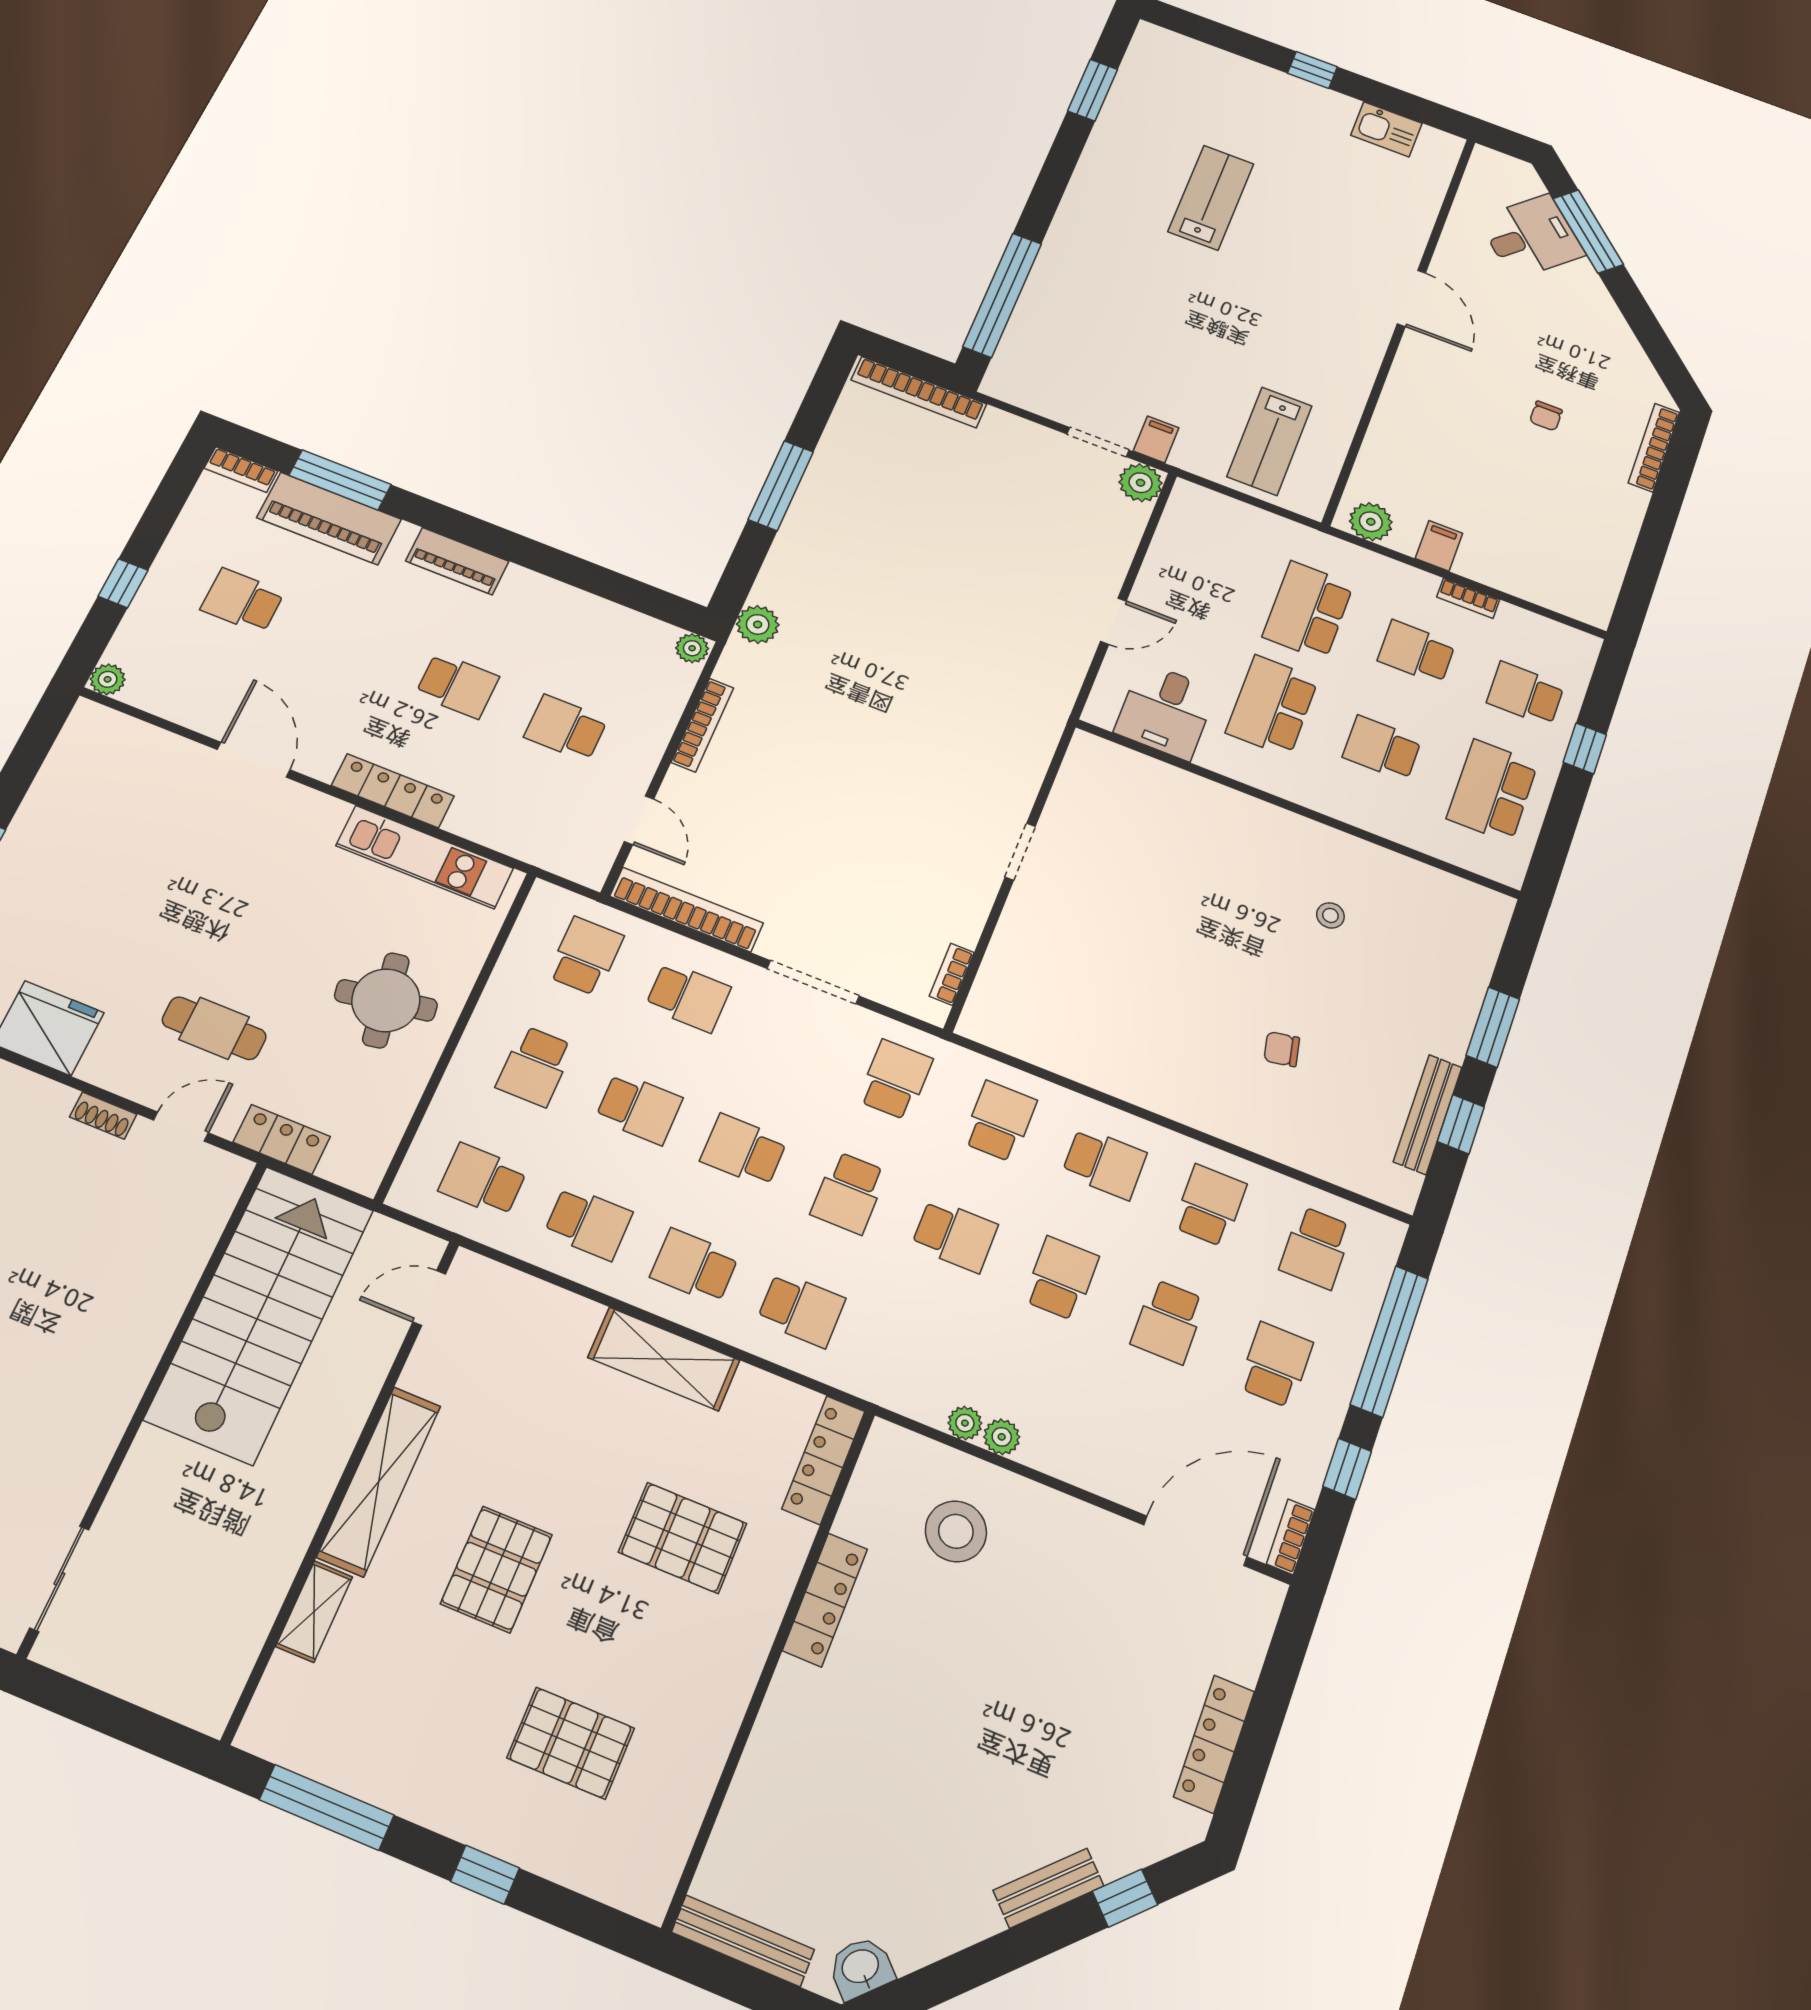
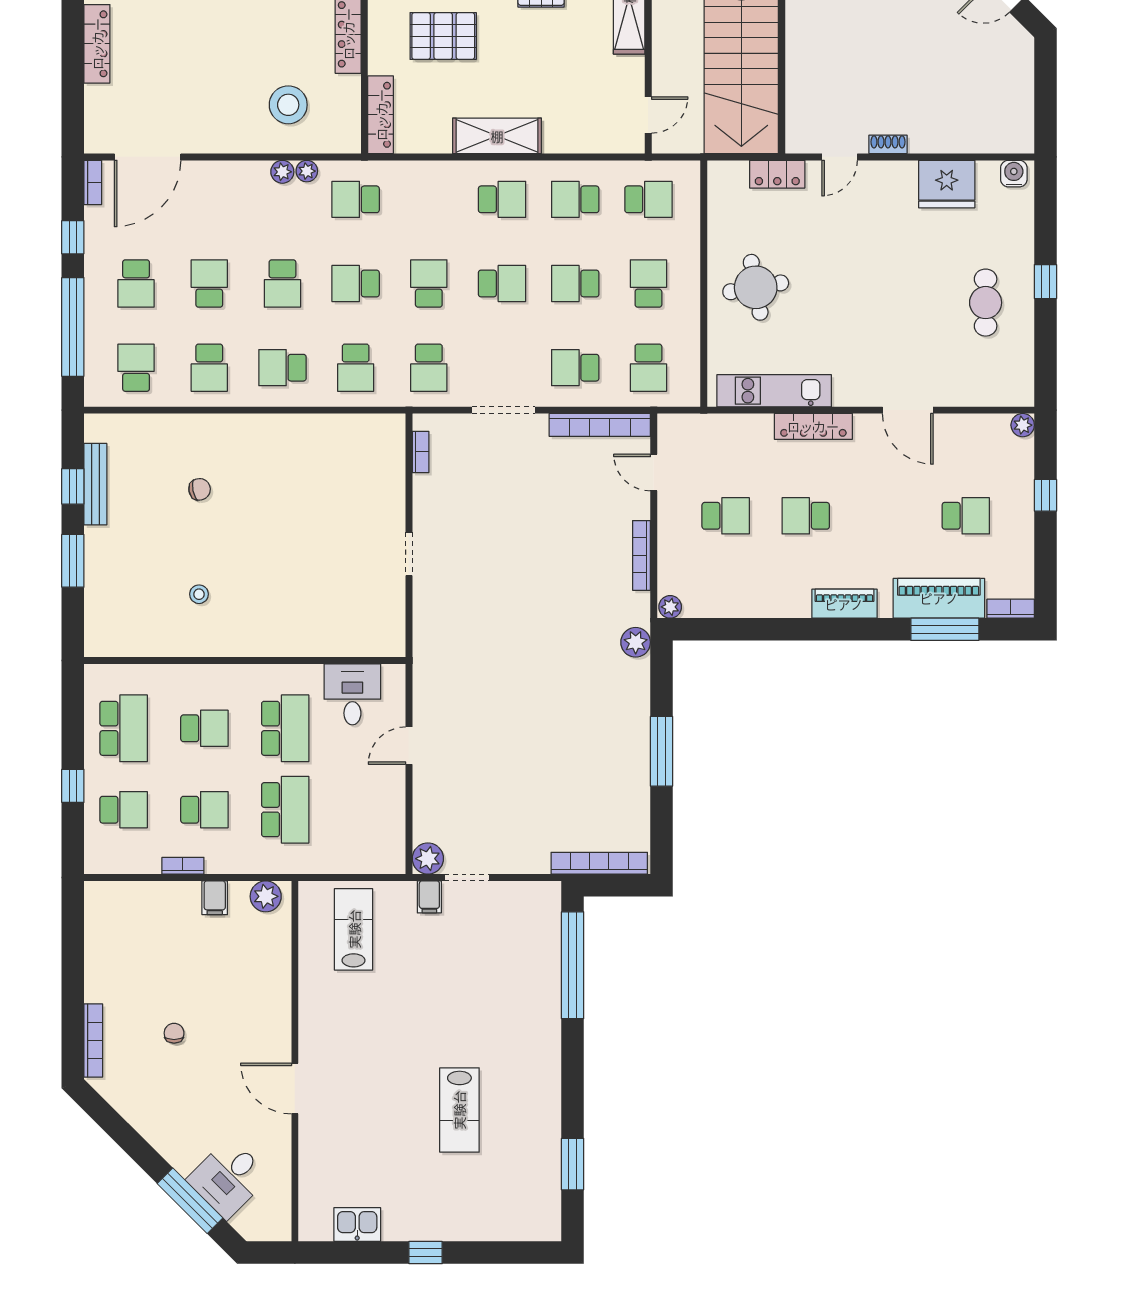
cafe table: (214, 1028) -> (986, 303), moved, turned 90
school desk: (801, 1310) -> (356, 199), moved

